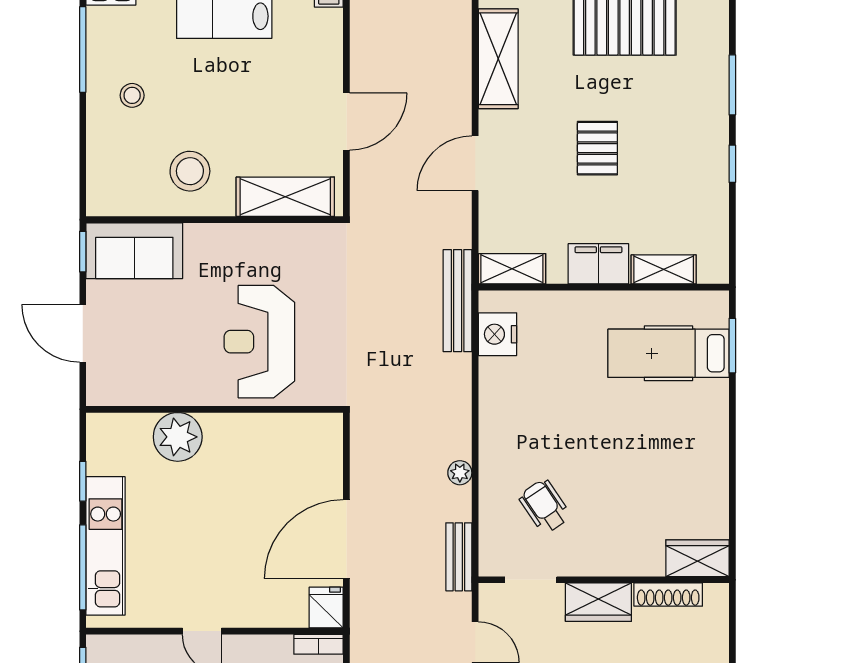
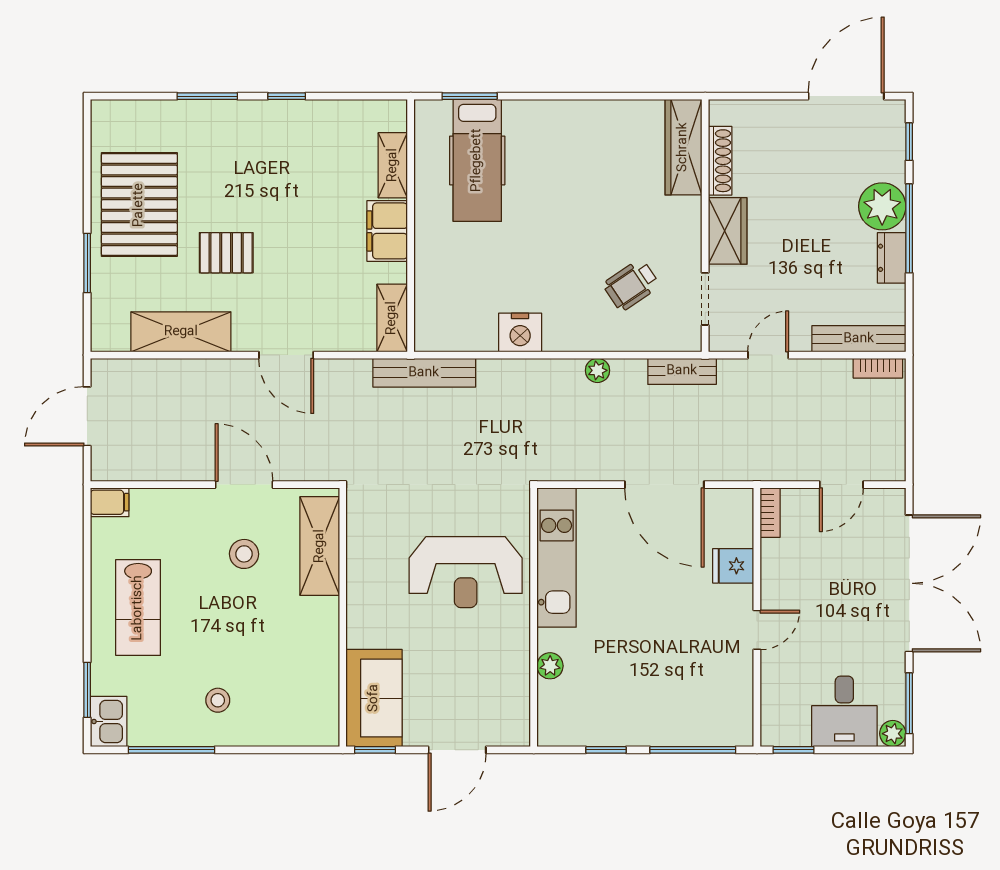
pallet: (597, 148) -> (226, 253), moved
stool: (190, 171) -> (244, 554), moved, width x0.73, depth x0.73
nightstand: (497, 334) -> (520, 333), moved
plant: (178, 437) -> (550, 666), width x0.53, depth x0.53
kitchen unit: (106, 546) -> (557, 558), moved, turned 90
wardrobe: (697, 558) -> (683, 147), width x1.50
fridge: (326, 608) -> (733, 566), moved

